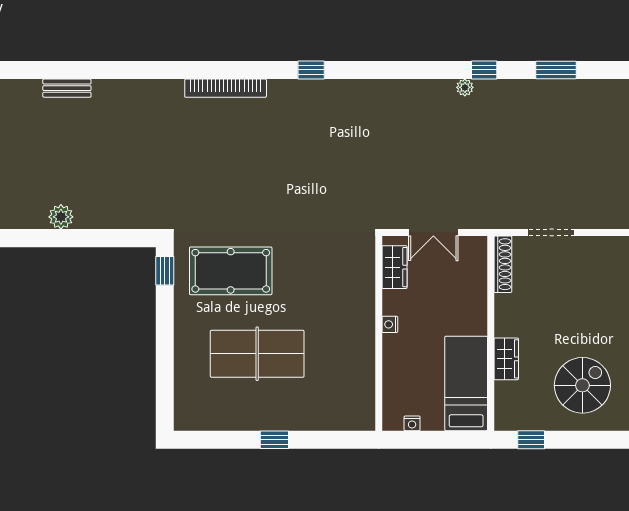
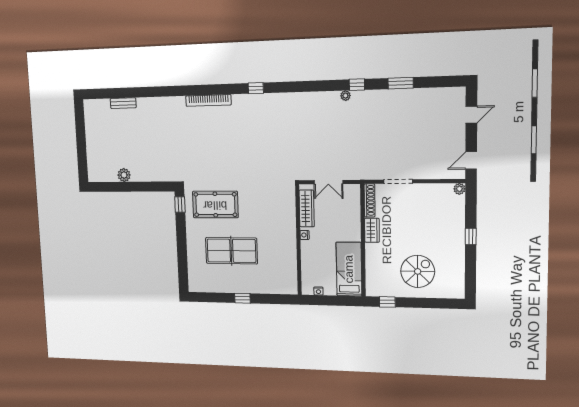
wardrobe: (395, 267) -> (307, 208), width x1.50
wardrobe: (506, 359) -> (372, 230), moved

